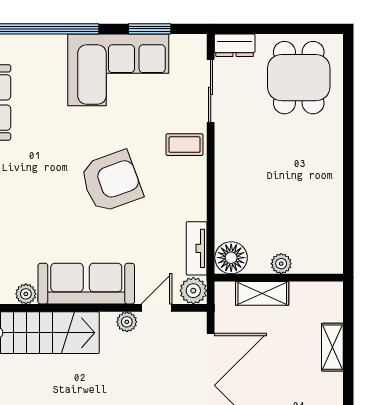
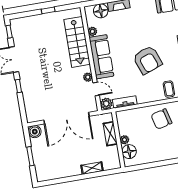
chair: (249, 173) -> (161, 119), added
floor lamp: (231, 258) -> (129, 152), moved

